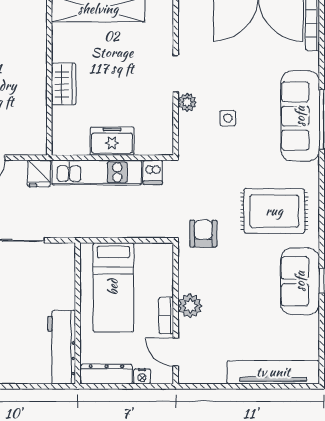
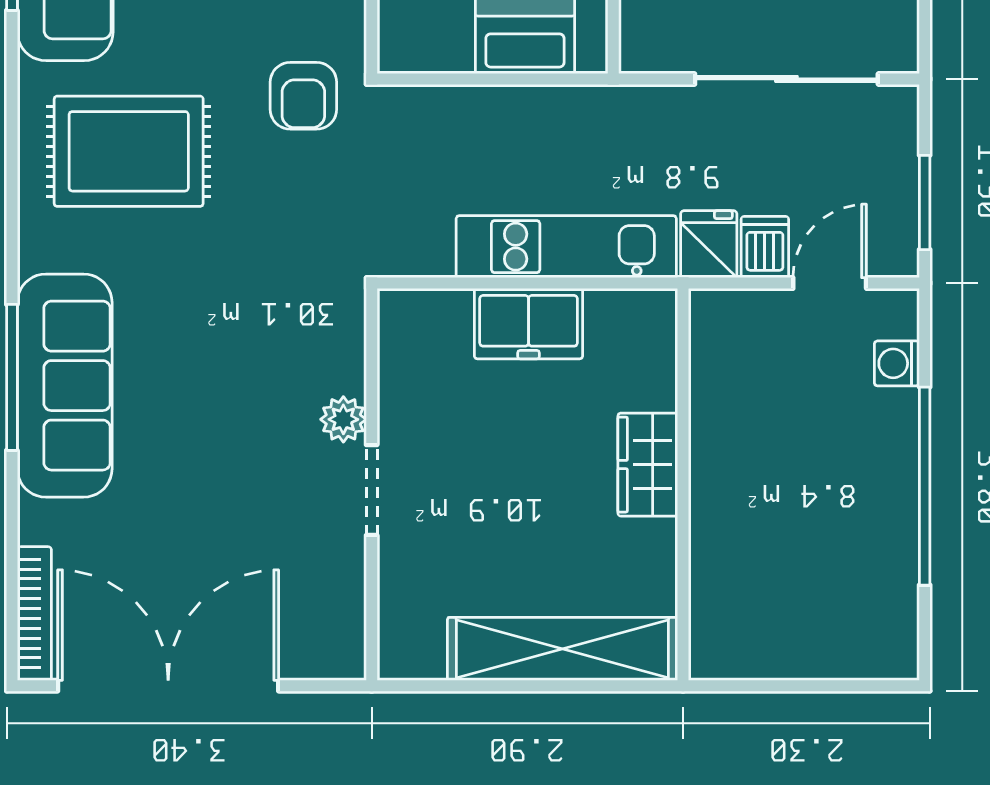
side table: (228, 118) -> (243, 380), removed
dishwasher: (153, 172) -> (765, 247), moved

